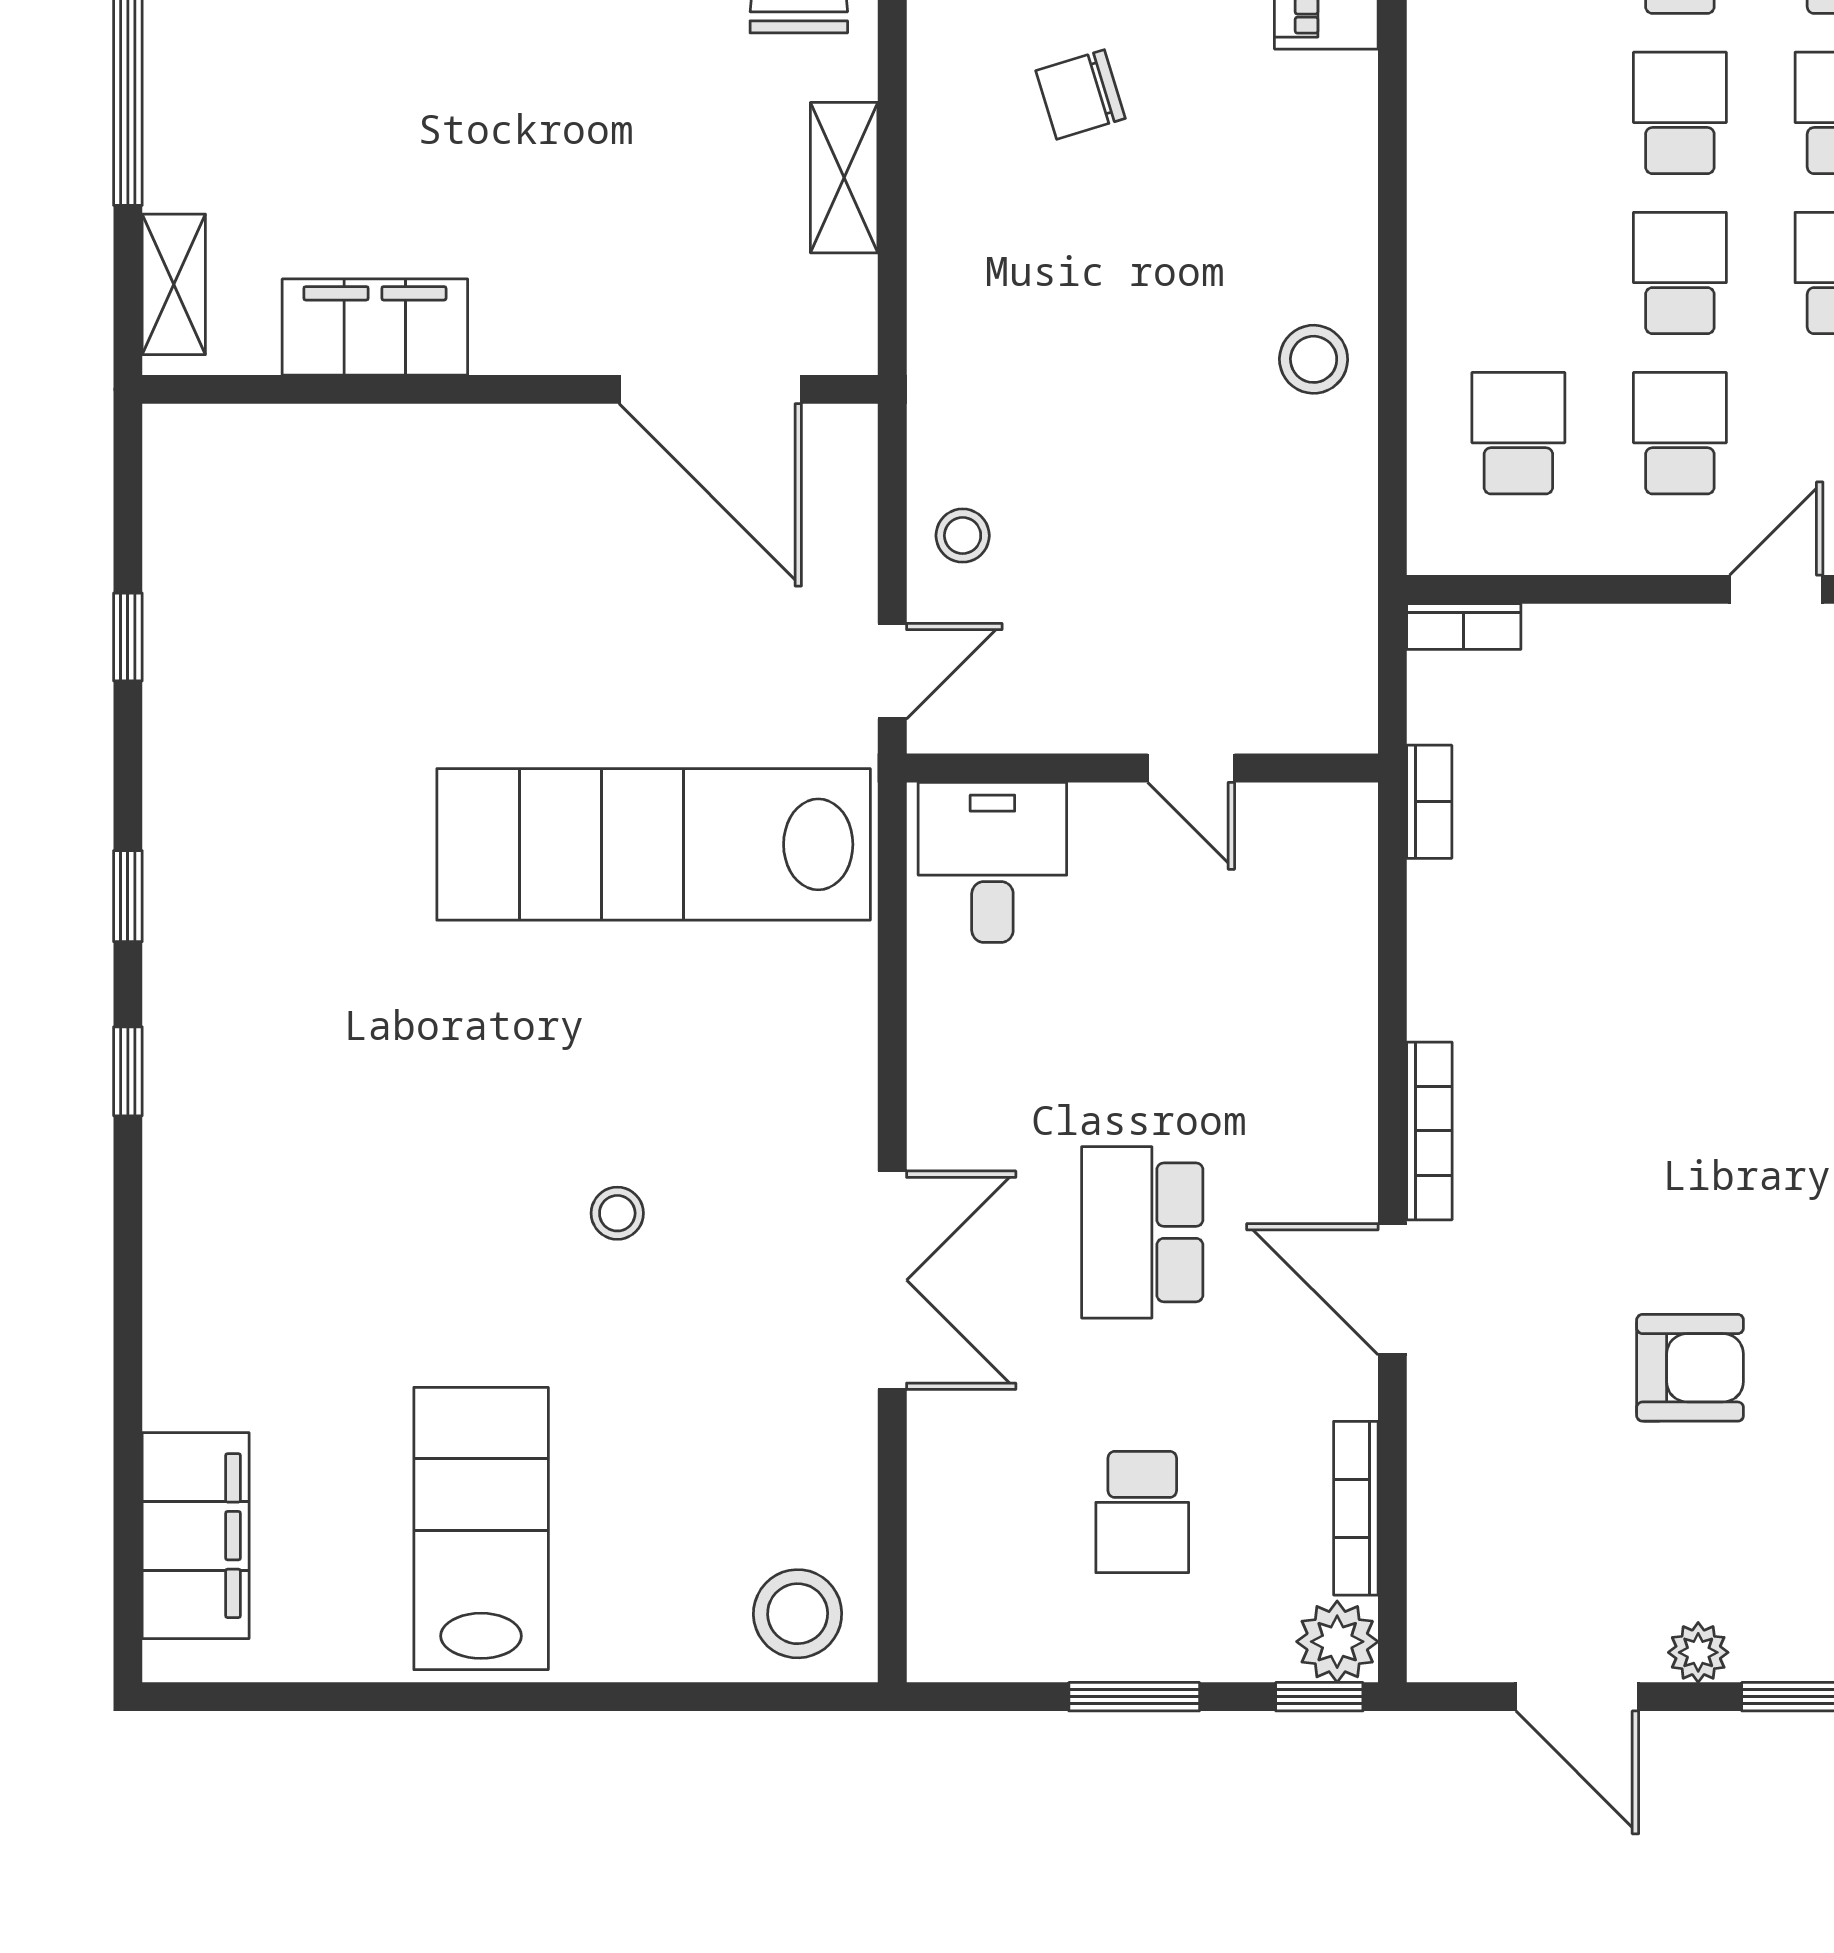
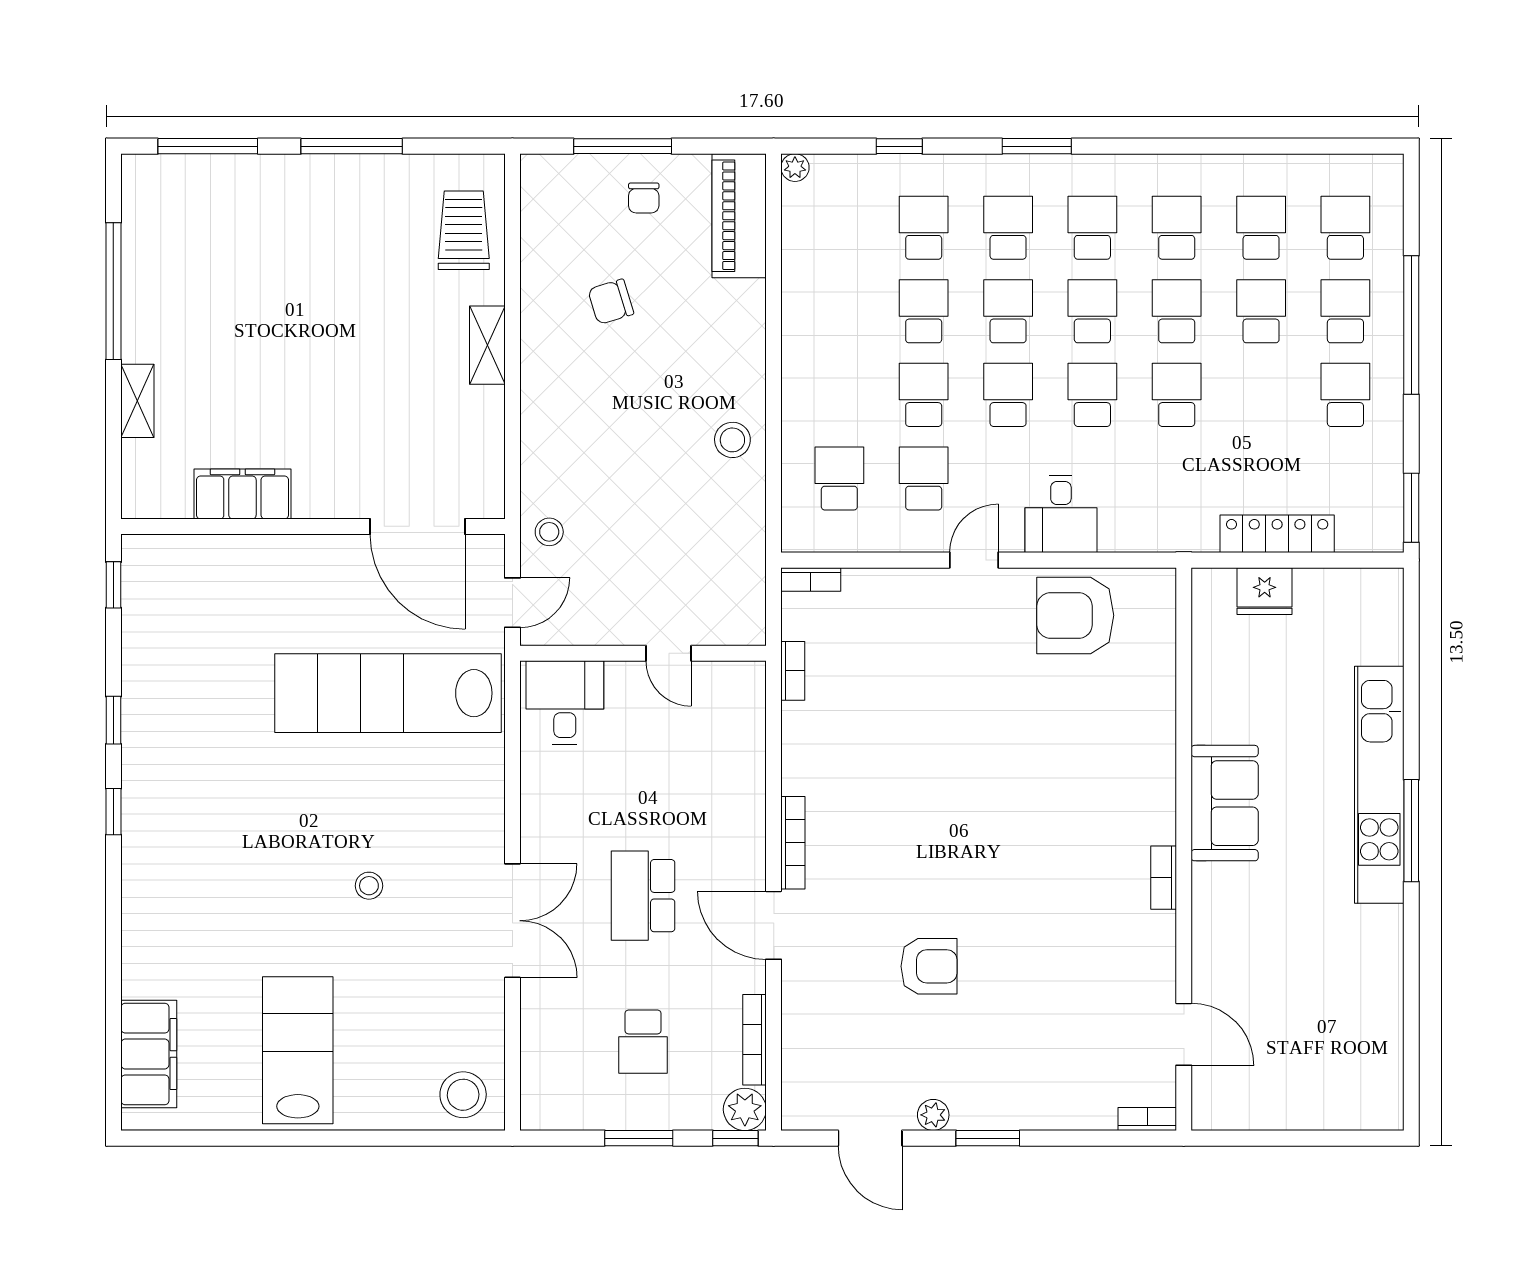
filing cabinet: (375, 327) -> (242, 494), moved
wall: (510, 389) -> (313, 526), moved
door: (710, 389) -> (418, 526), moved

